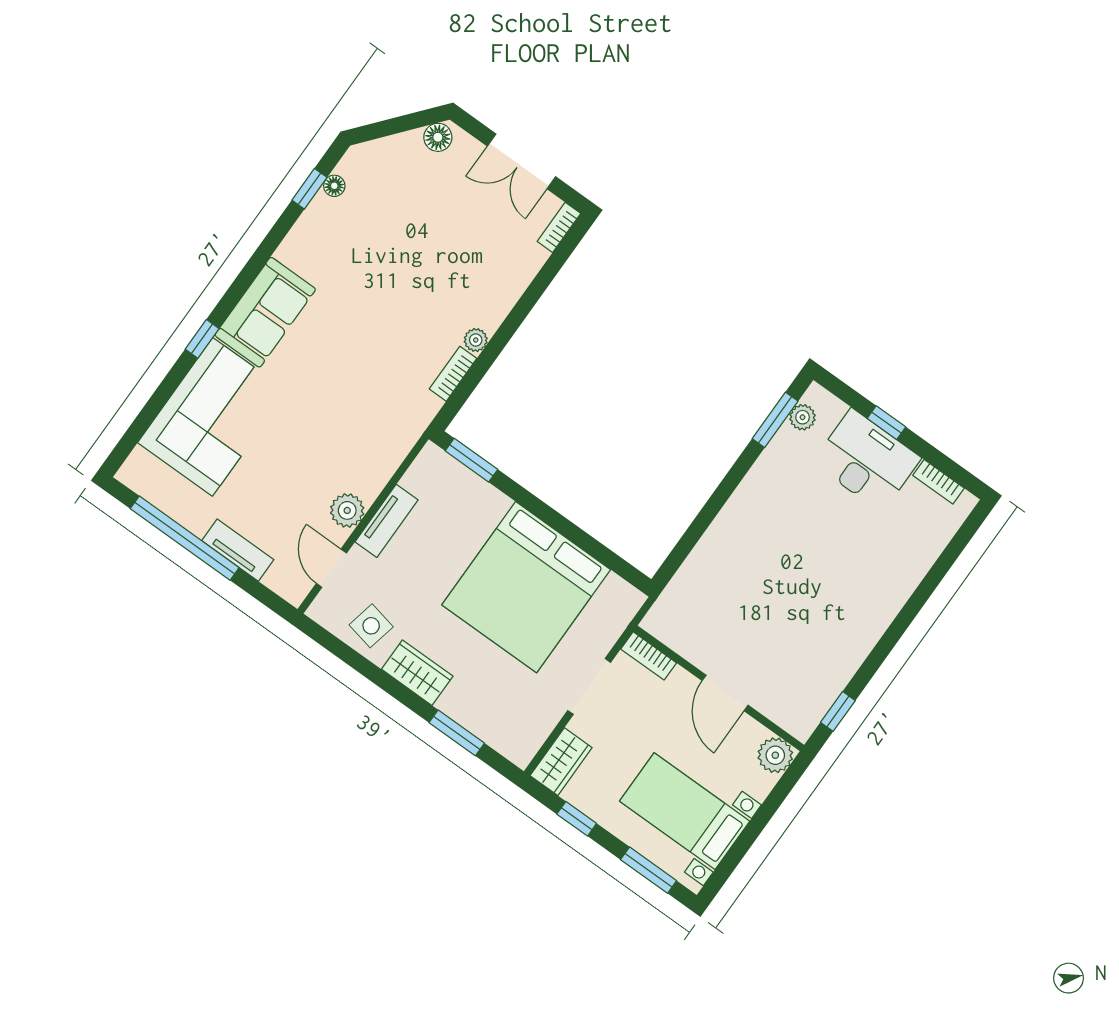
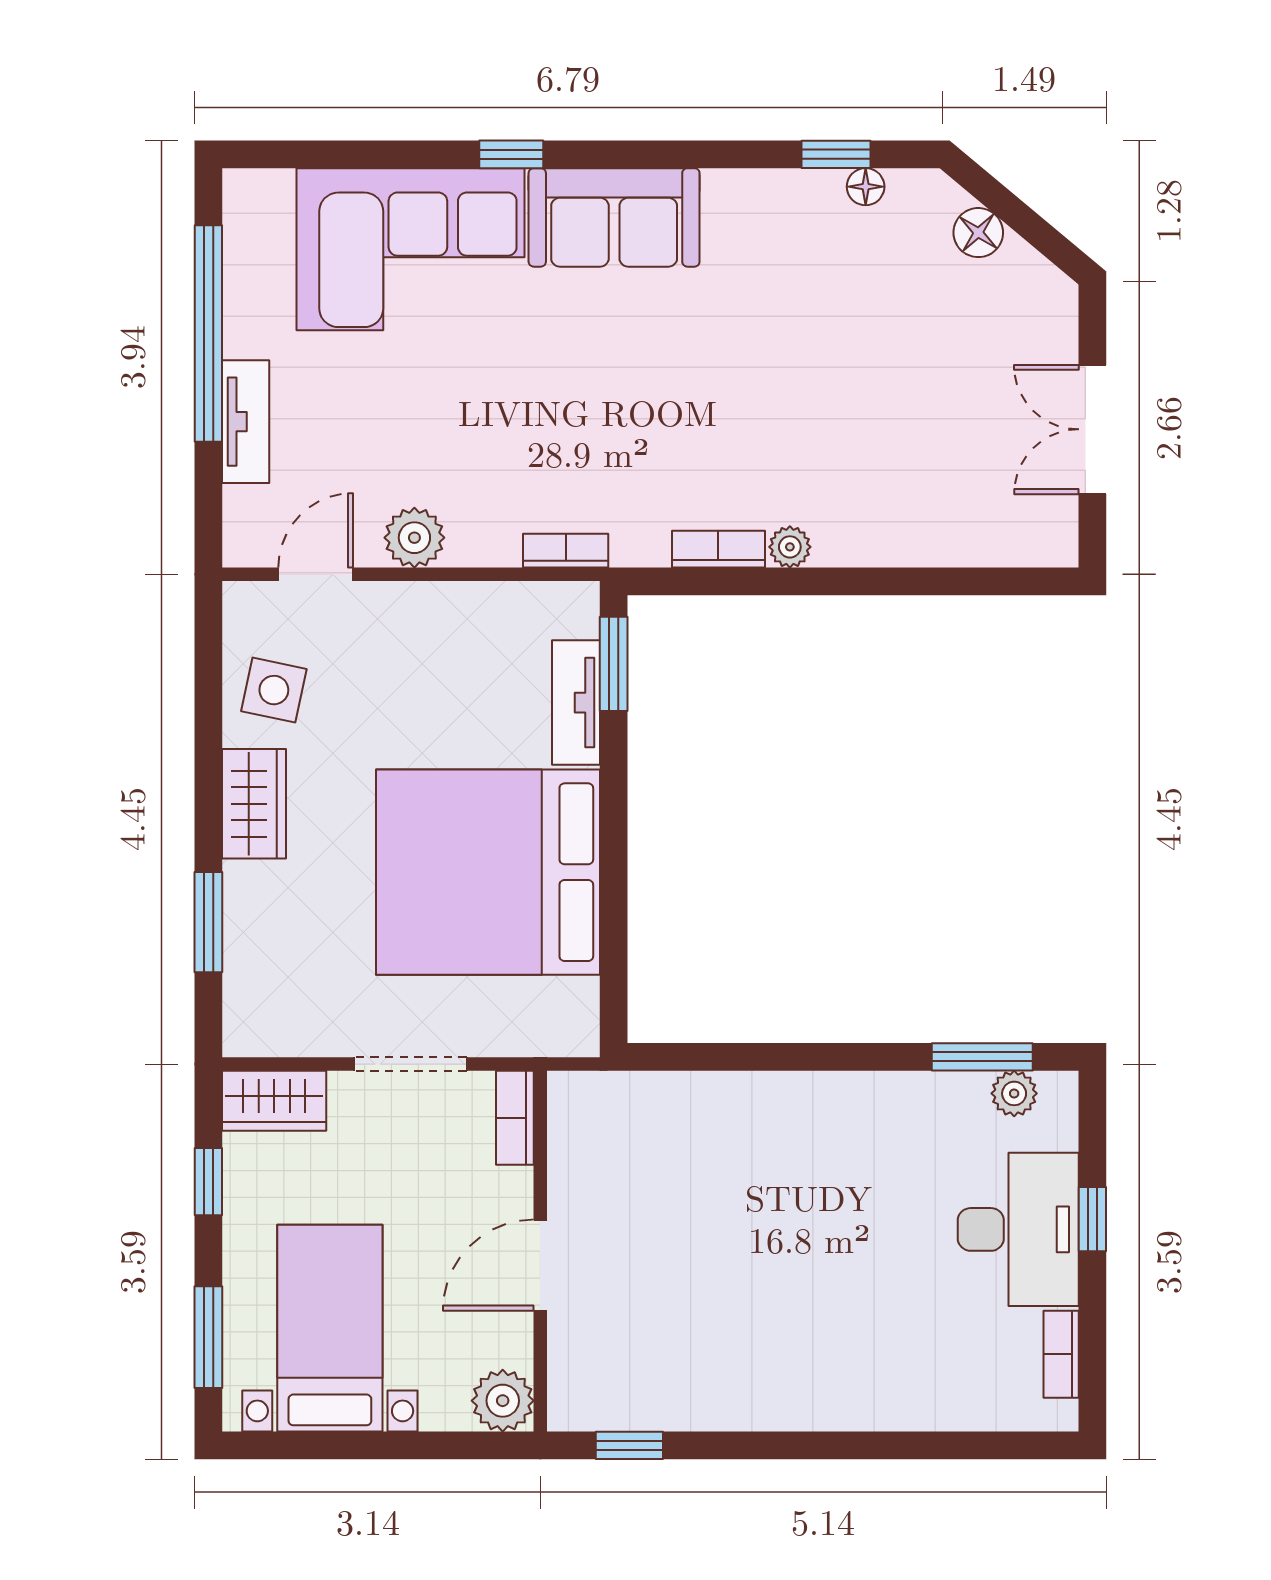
floor lamp: (438, 137) -> (978, 233), moved
bookcase: (559, 227) -> (566, 551), moved
tv unit: (387, 521) -> (576, 703), moved, turned 90

